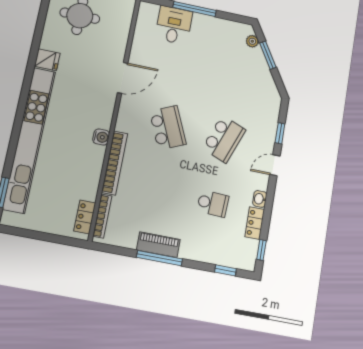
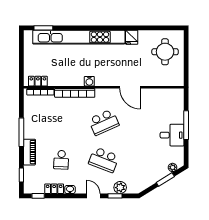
desk: (174, 25) -> (172, 135), moved
plant: (269, 123) -> (120, 188), added
piano: (158, 245) -> (29, 152), moved

